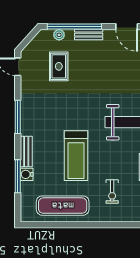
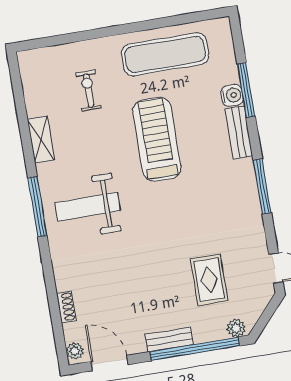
plant: (59, 35) -> (236, 328), moved

